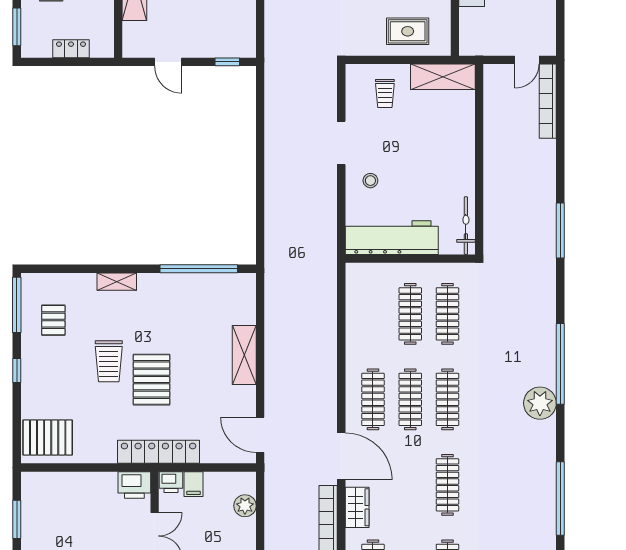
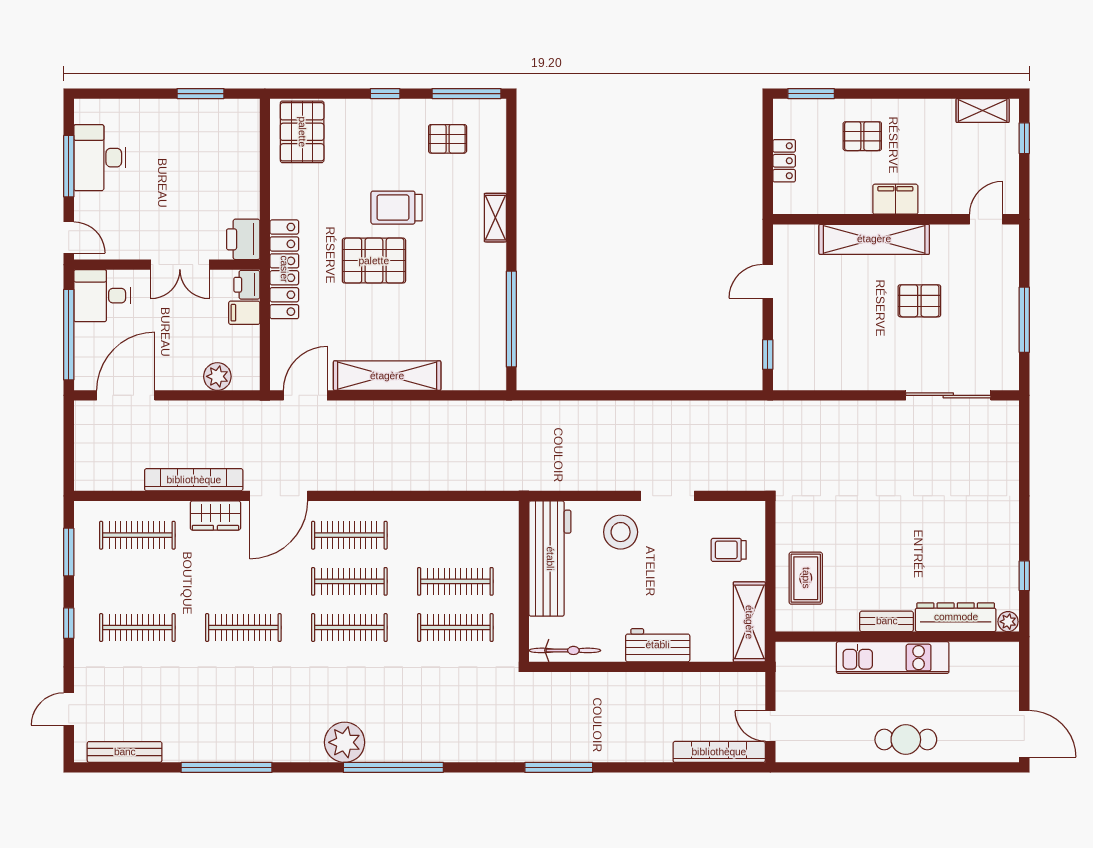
workbench: (462, 151) -> (658, 645), added
stool: (370, 181) -> (621, 532), width x1.89, depth x1.89
shelving: (244, 355) -> (387, 376), width x1.47

